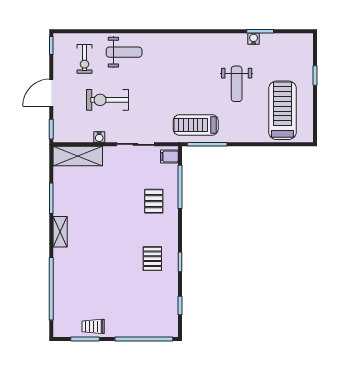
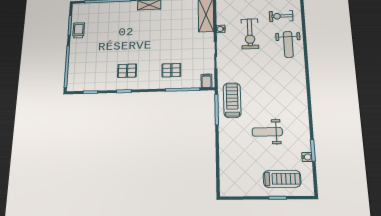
water cooler: (254, 39) -> (307, 157), moved
exercise bike: (108, 100) -> (250, 34), turned 180
treadmill: (283, 110) -> (282, 179), moved, width x0.73, depth x0.73

